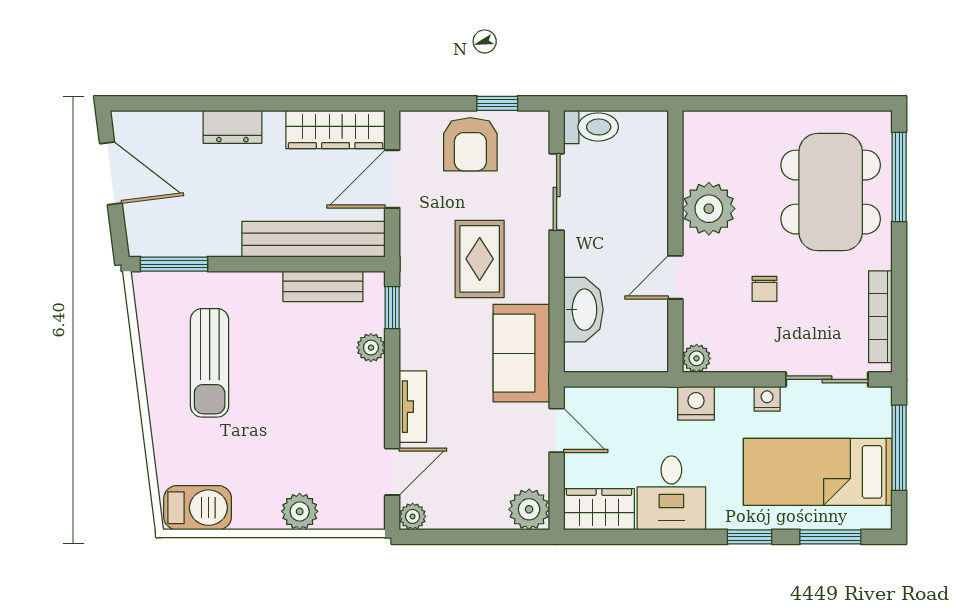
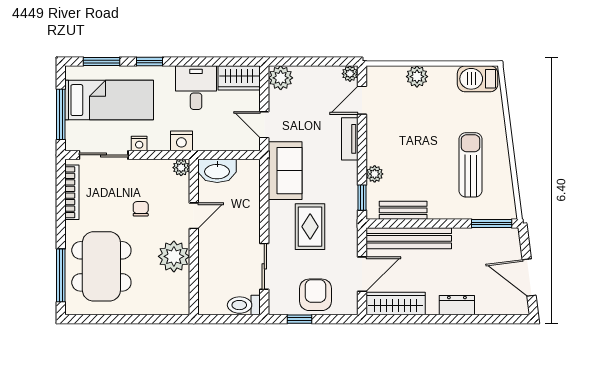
washbasin: (583, 310) -> (217, 171), moved, turned -90

